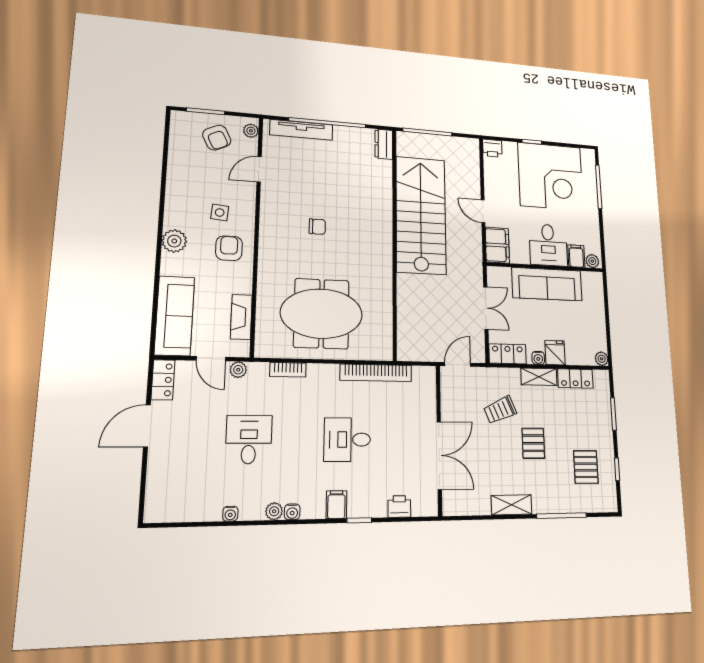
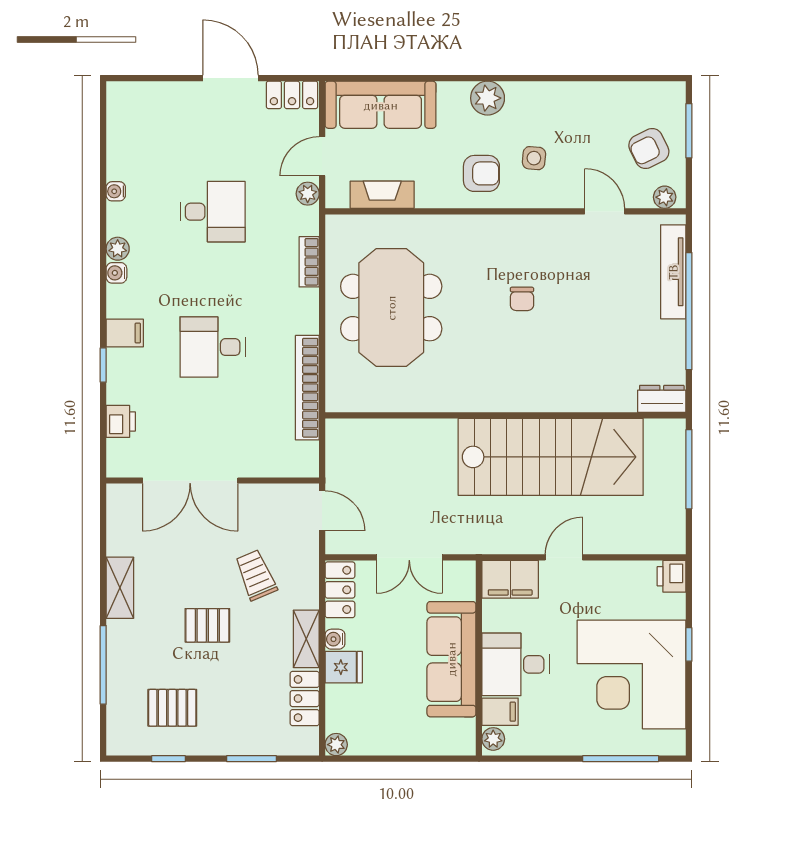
desk: (347, 440) -> (213, 347), turned -90

